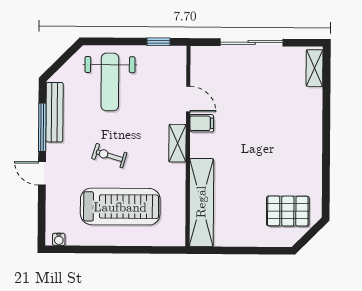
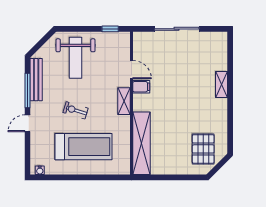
shelving: (315, 68) -> (222, 84), moved
door: (42, 173) -> (27, 123), hinge flipped
pallet: (288, 211) -> (203, 149), turned 90

